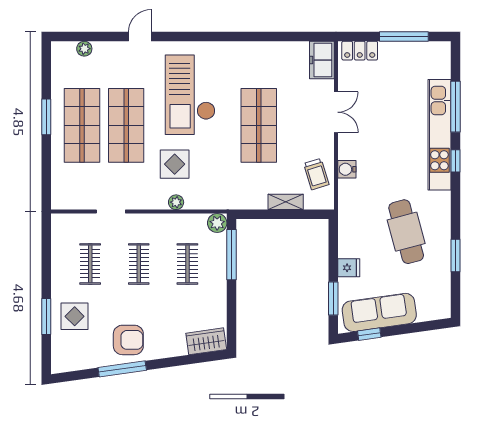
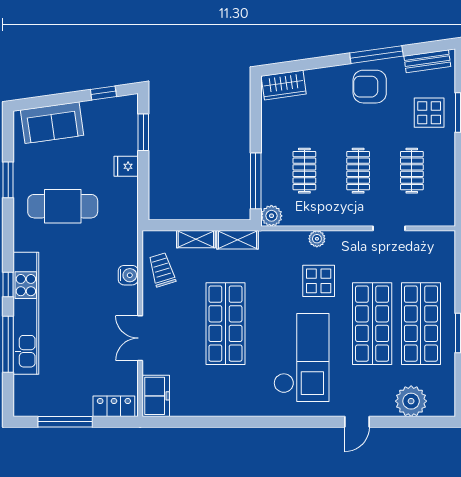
plant: (84, 49) -> (411, 401), width x1.87, depth x1.87
shelving: (248, 201) -> (238, 240), added
cafe table: (406, 232) -> (63, 206), turned -75
sofa: (379, 312) -> (52, 123), moved, width x0.73
bench: (76, 363) -> (427, 61), added

